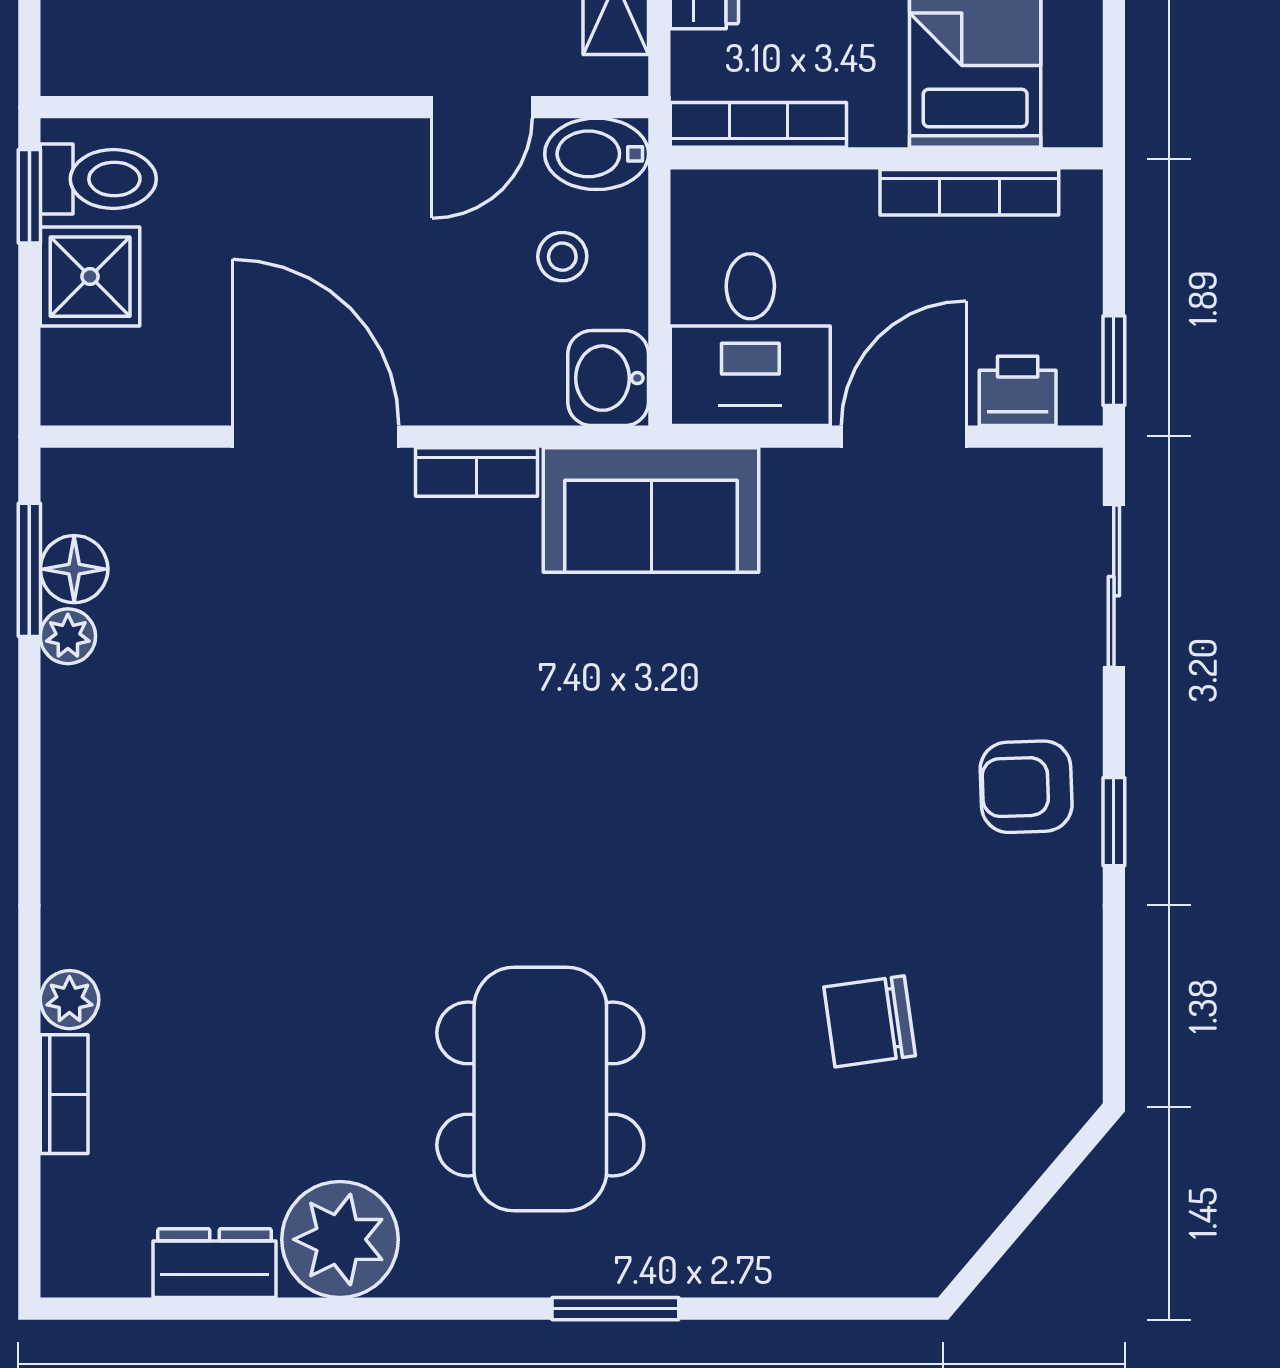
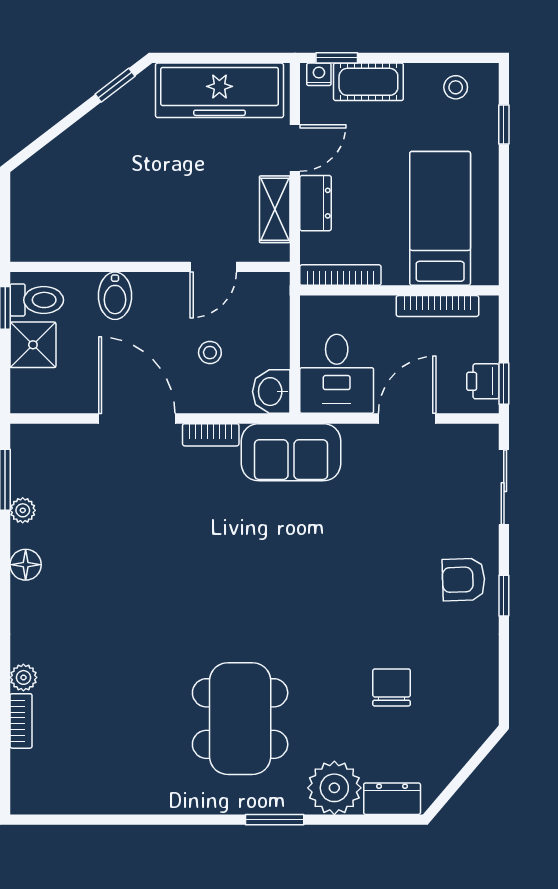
bidet: (597, 154) -> (115, 296), moved, turned -90
stool: (562, 257) -> (210, 353), moved
printer: (1018, 391) -> (483, 381), moved, turned -90
floor lamp: (74, 569) -> (26, 565), moved
chair: (870, 1021) -> (392, 687), turned 98
plant: (340, 1239) -> (334, 788), moved
dresser: (215, 1263) -> (392, 799), moved

